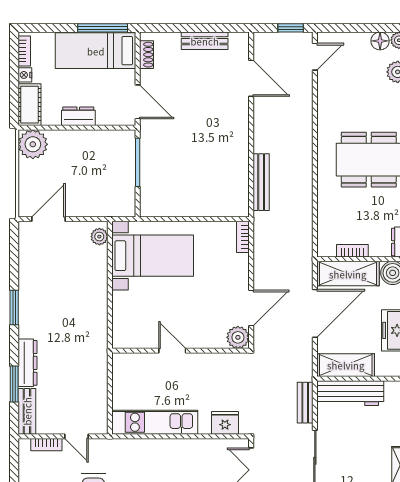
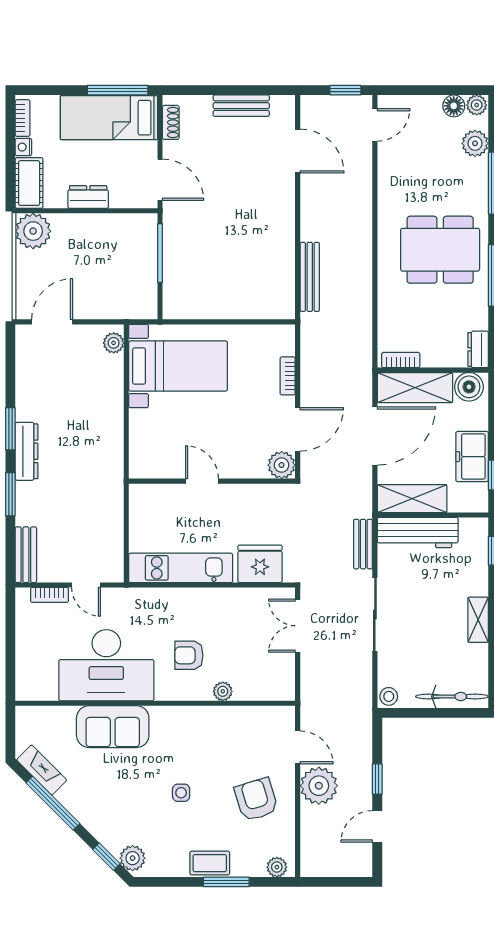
bookcase: (243, 237) -> (288, 376), moved
bookcase: (352, 251) -> (401, 360), moved
dresser: (27, 363) -> (27, 451), moved
window: (14, 384) -> (10, 494), moved
fridge: (225, 423) -> (260, 564), width x1.36, depth x1.34

